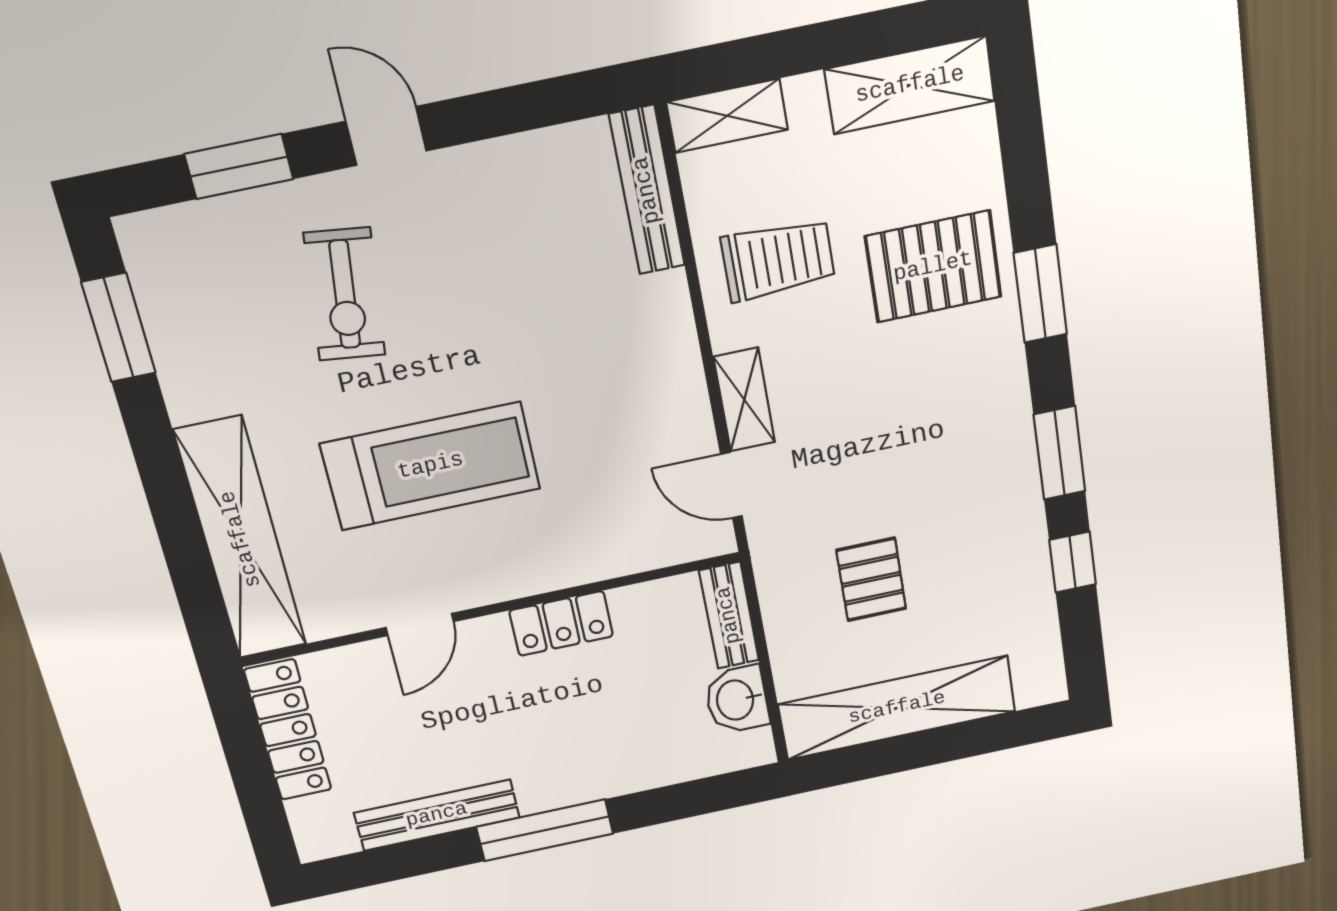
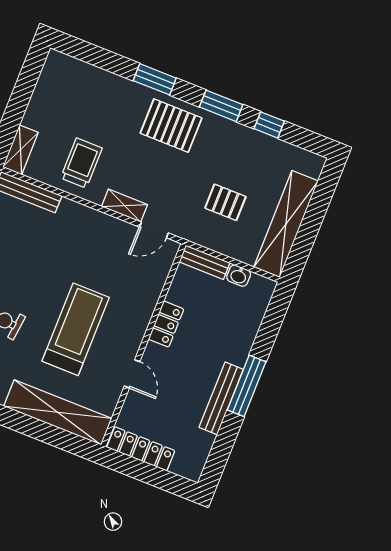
shelving: (910, 85) -> (50, 83), removed
pallet: (933, 267) -> (171, 126), moved, turned 90
washbasin: (737, 700) -> (239, 276), width x0.72, depth x0.69
bench: (437, 815) -> (221, 398), moved

